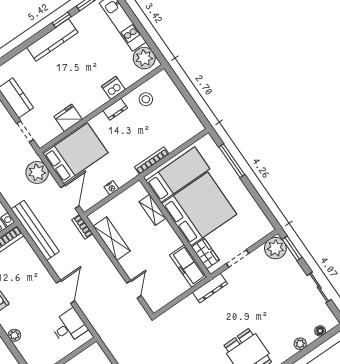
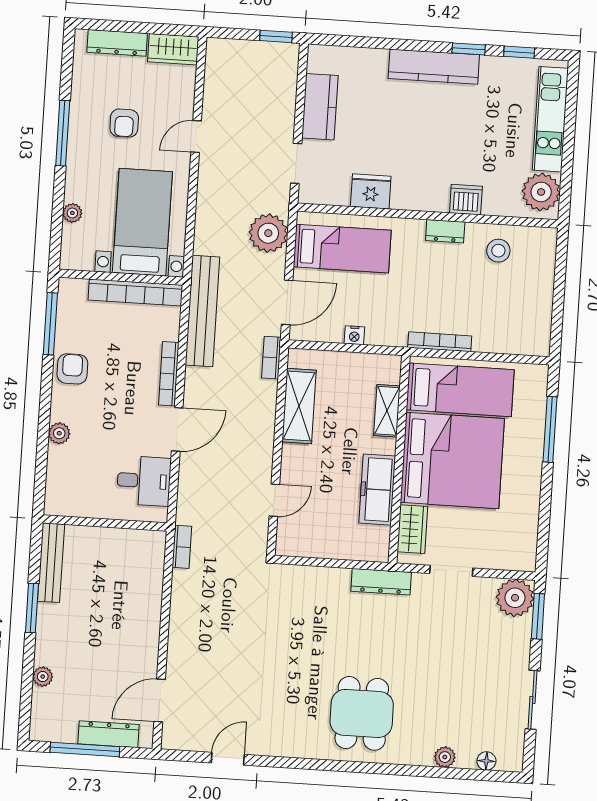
bed: (75, 153) -> (342, 249), width x0.67
freezer: (188, 266) -> (377, 490), moved
bookcase: (42, 270) -> (169, 374), added
bookcase: (109, 343) -> (182, 547), added

